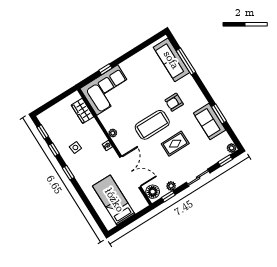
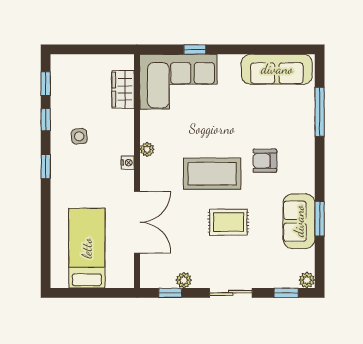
sofa: (171, 60) -> (277, 69), moved, turned -90
floor lamp: (153, 192) -> (152, 272), removed

